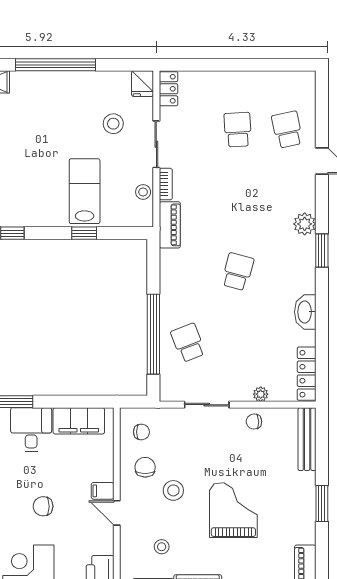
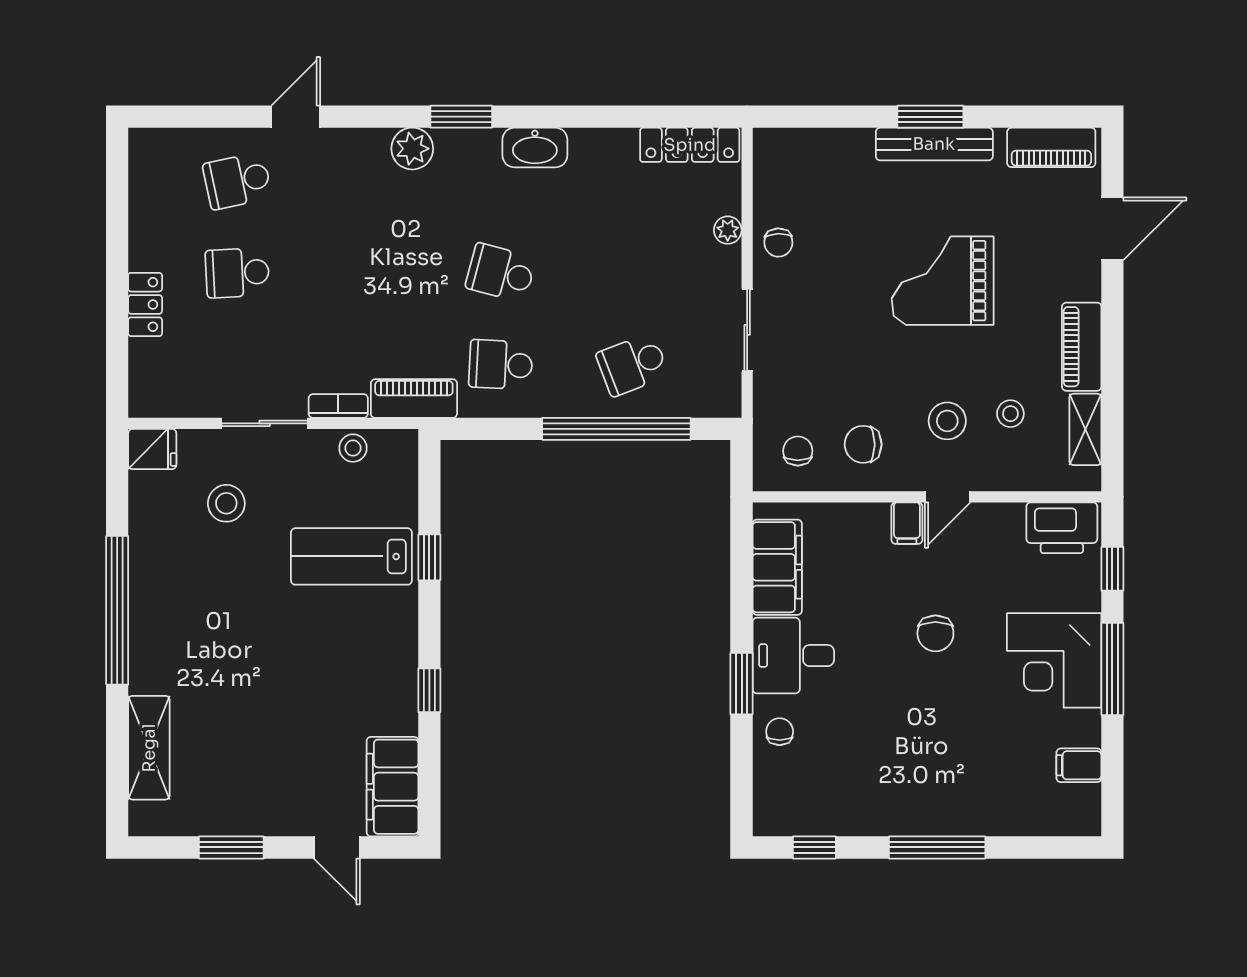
locker: (168, 89) -> (145, 304), moved, turned 90
school desk: (188, 272) -> (501, 365), added
washbasin: (305, 312) -> (535, 147), moved
bench: (307, 439) -> (934, 144), moved
stool: (173, 490) -> (947, 421), moved

